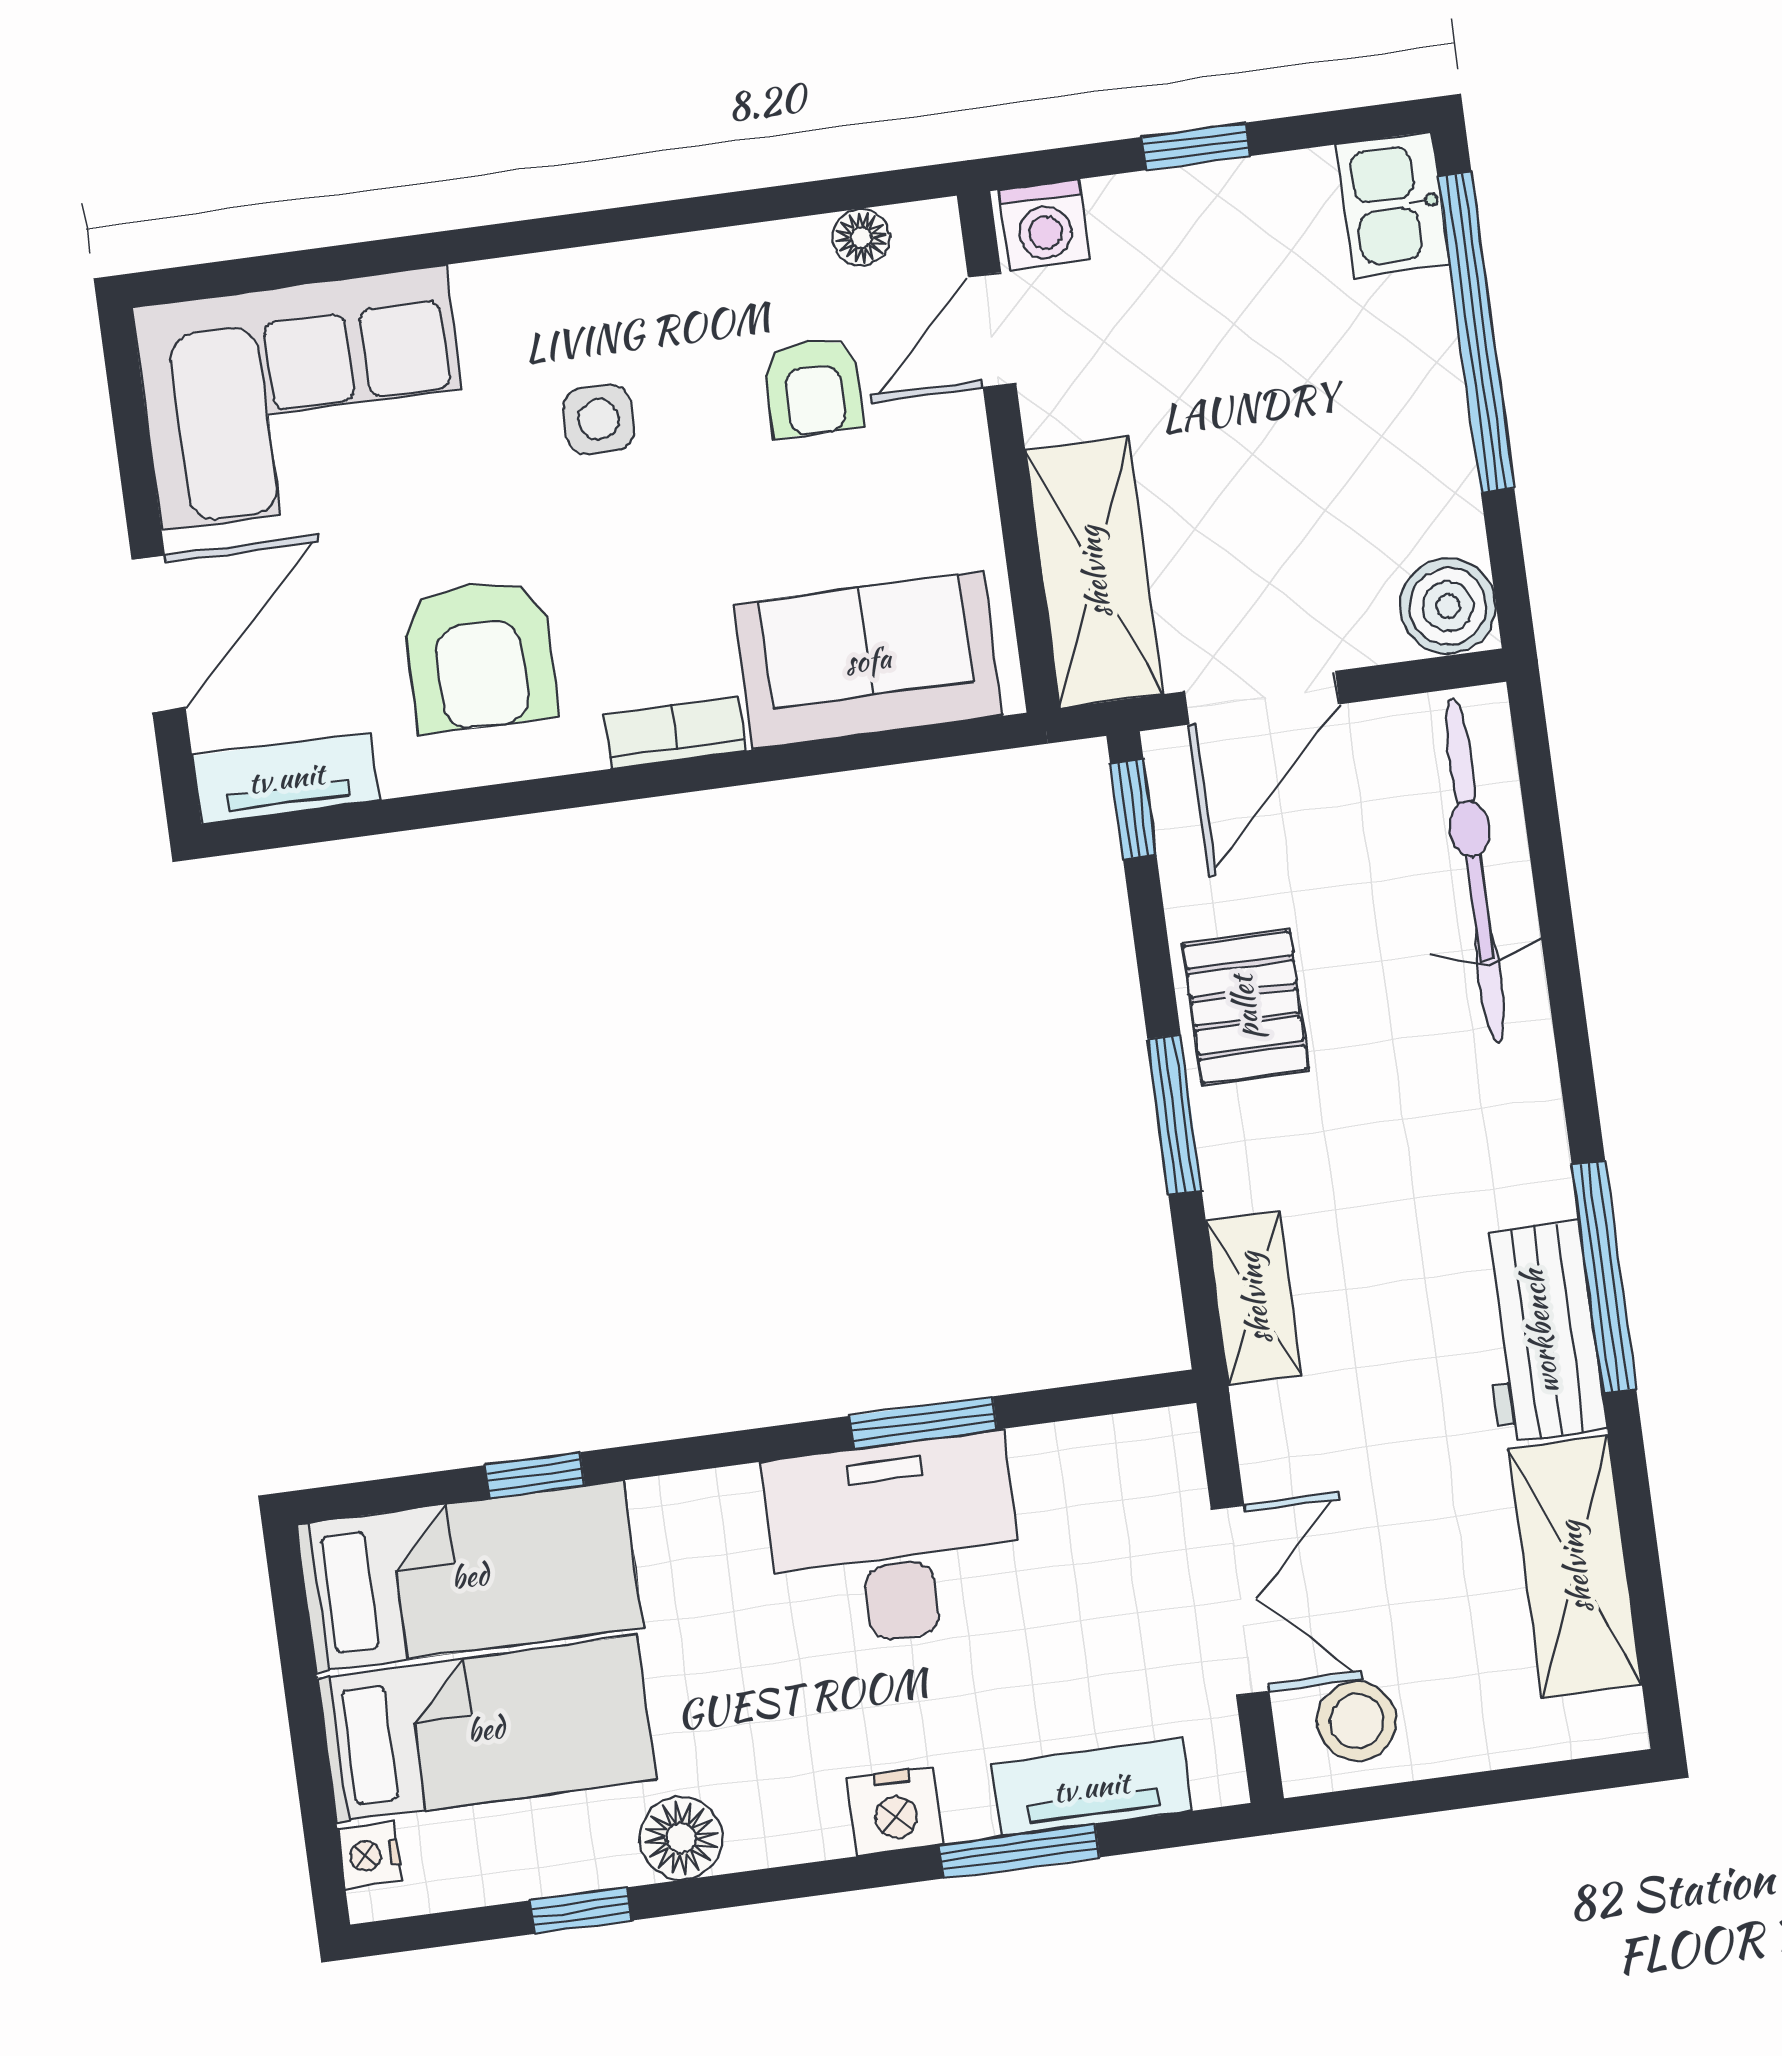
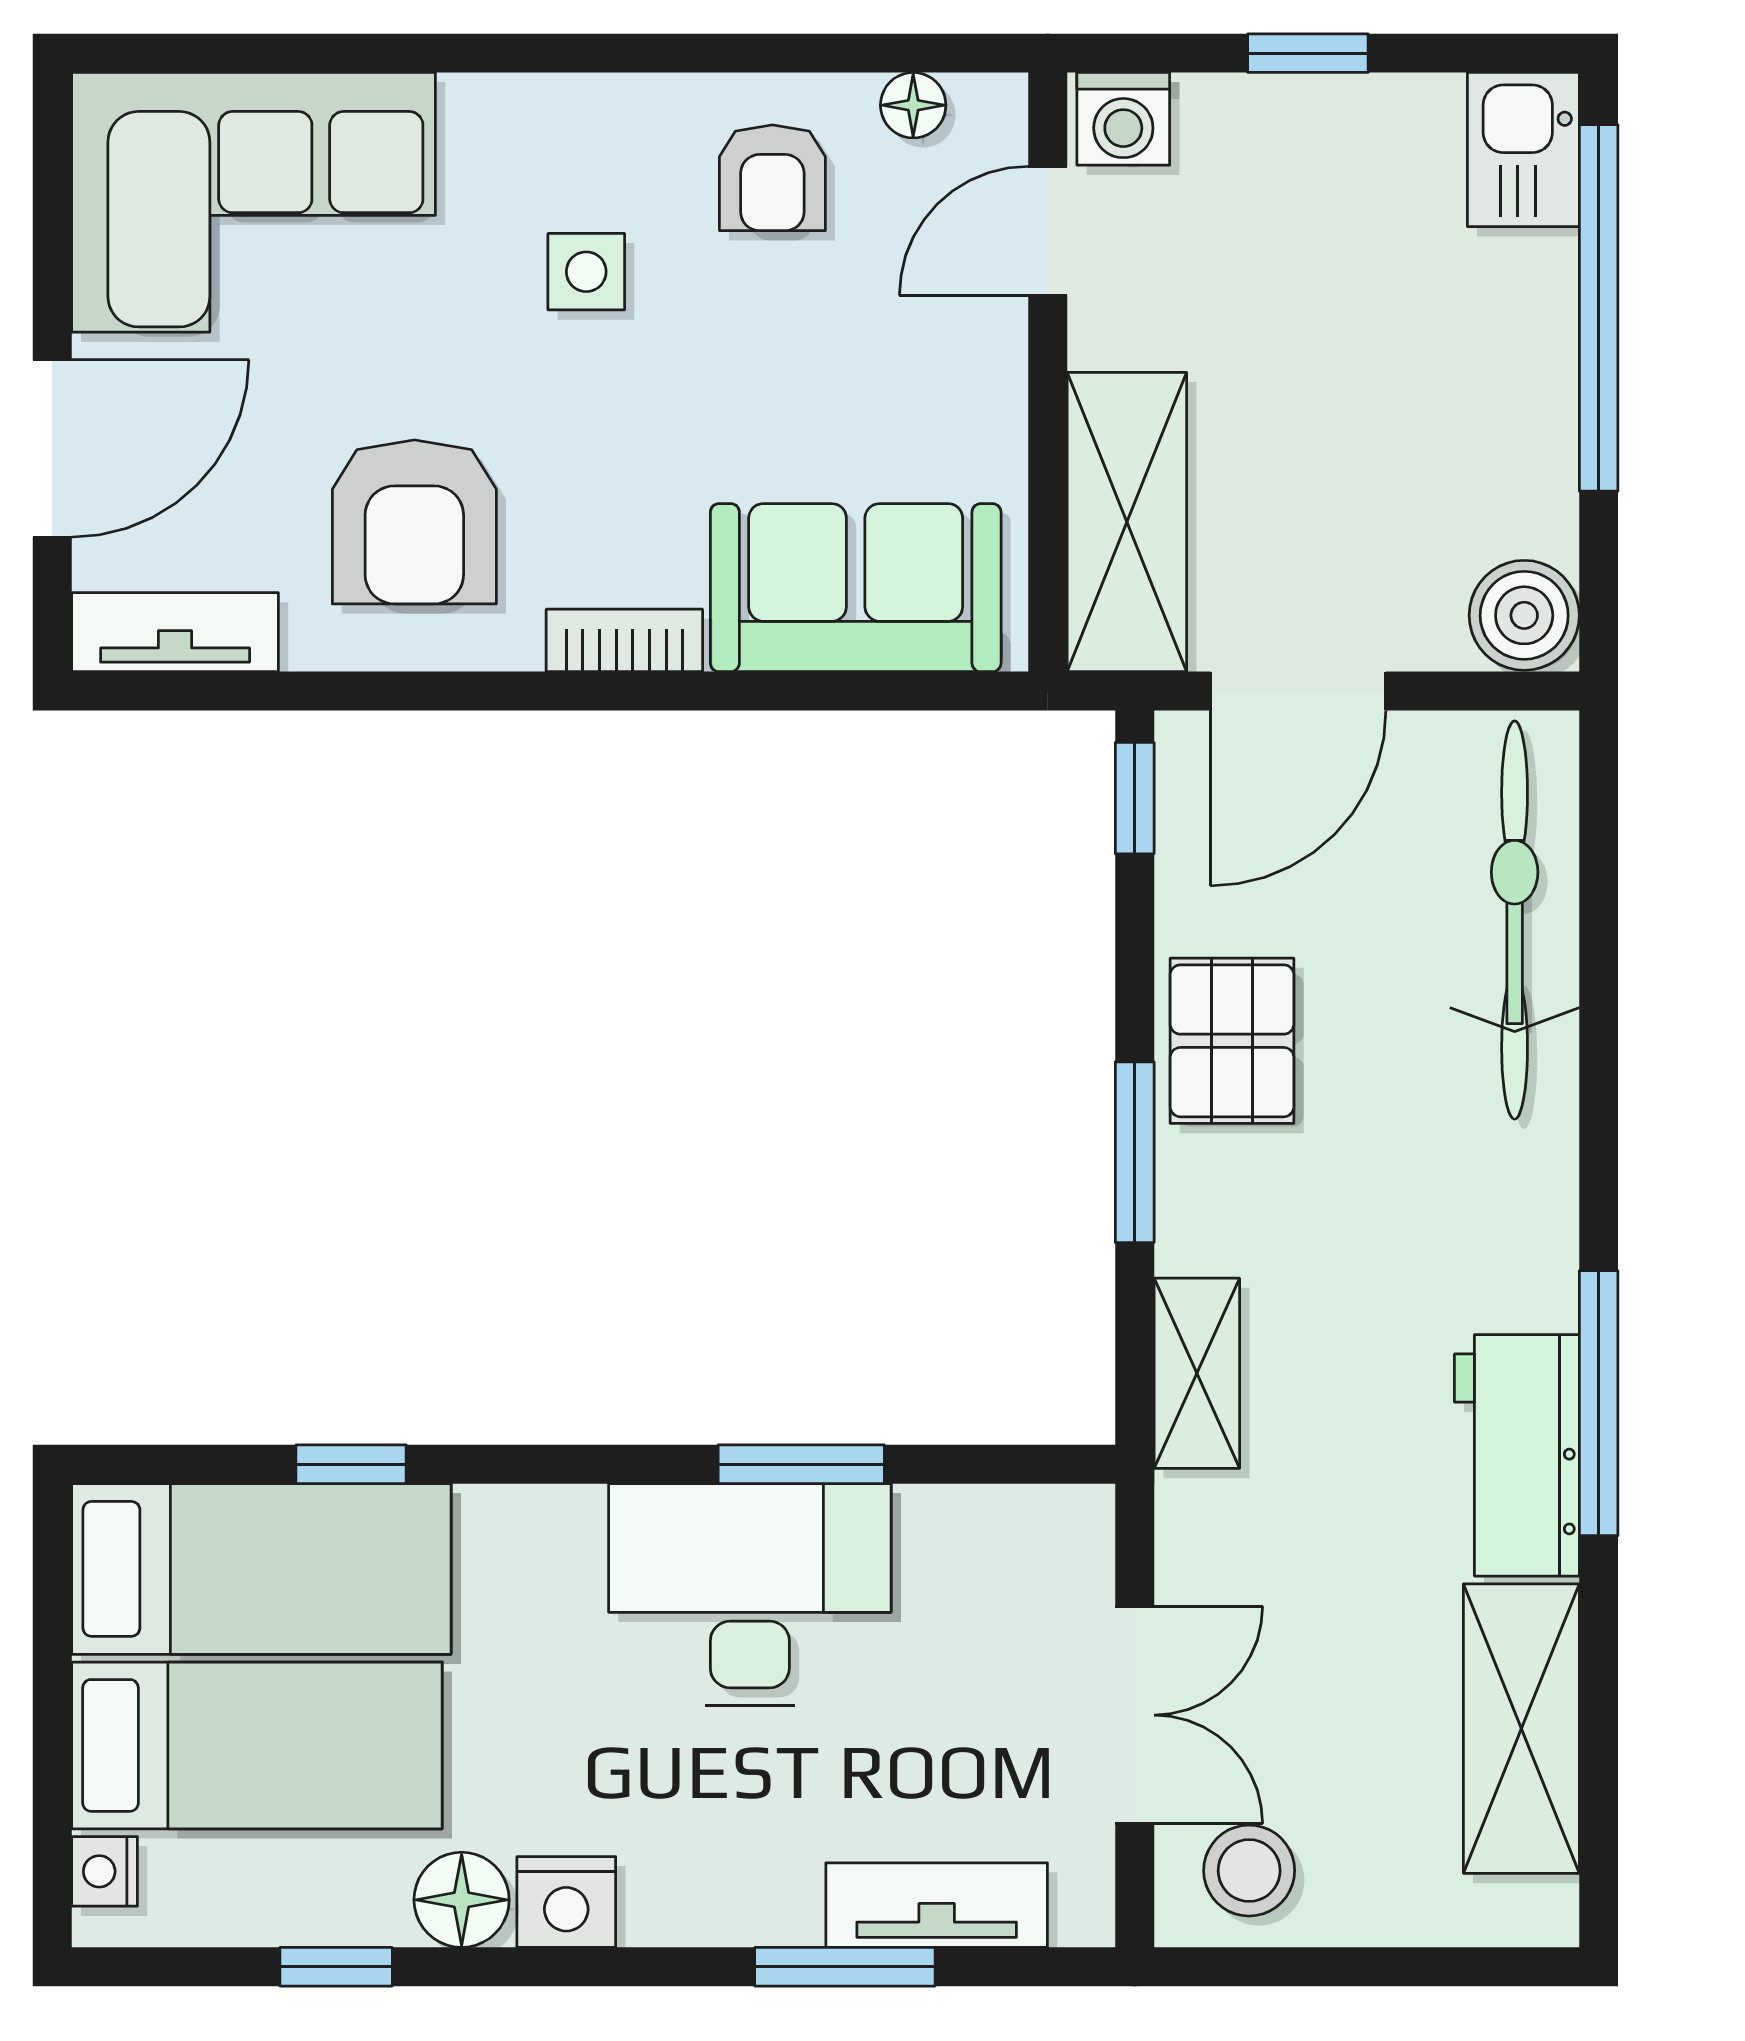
armchair: (813, 387) -> (772, 178), moved
nightstand: (895, 1811) -> (566, 1902), moved

